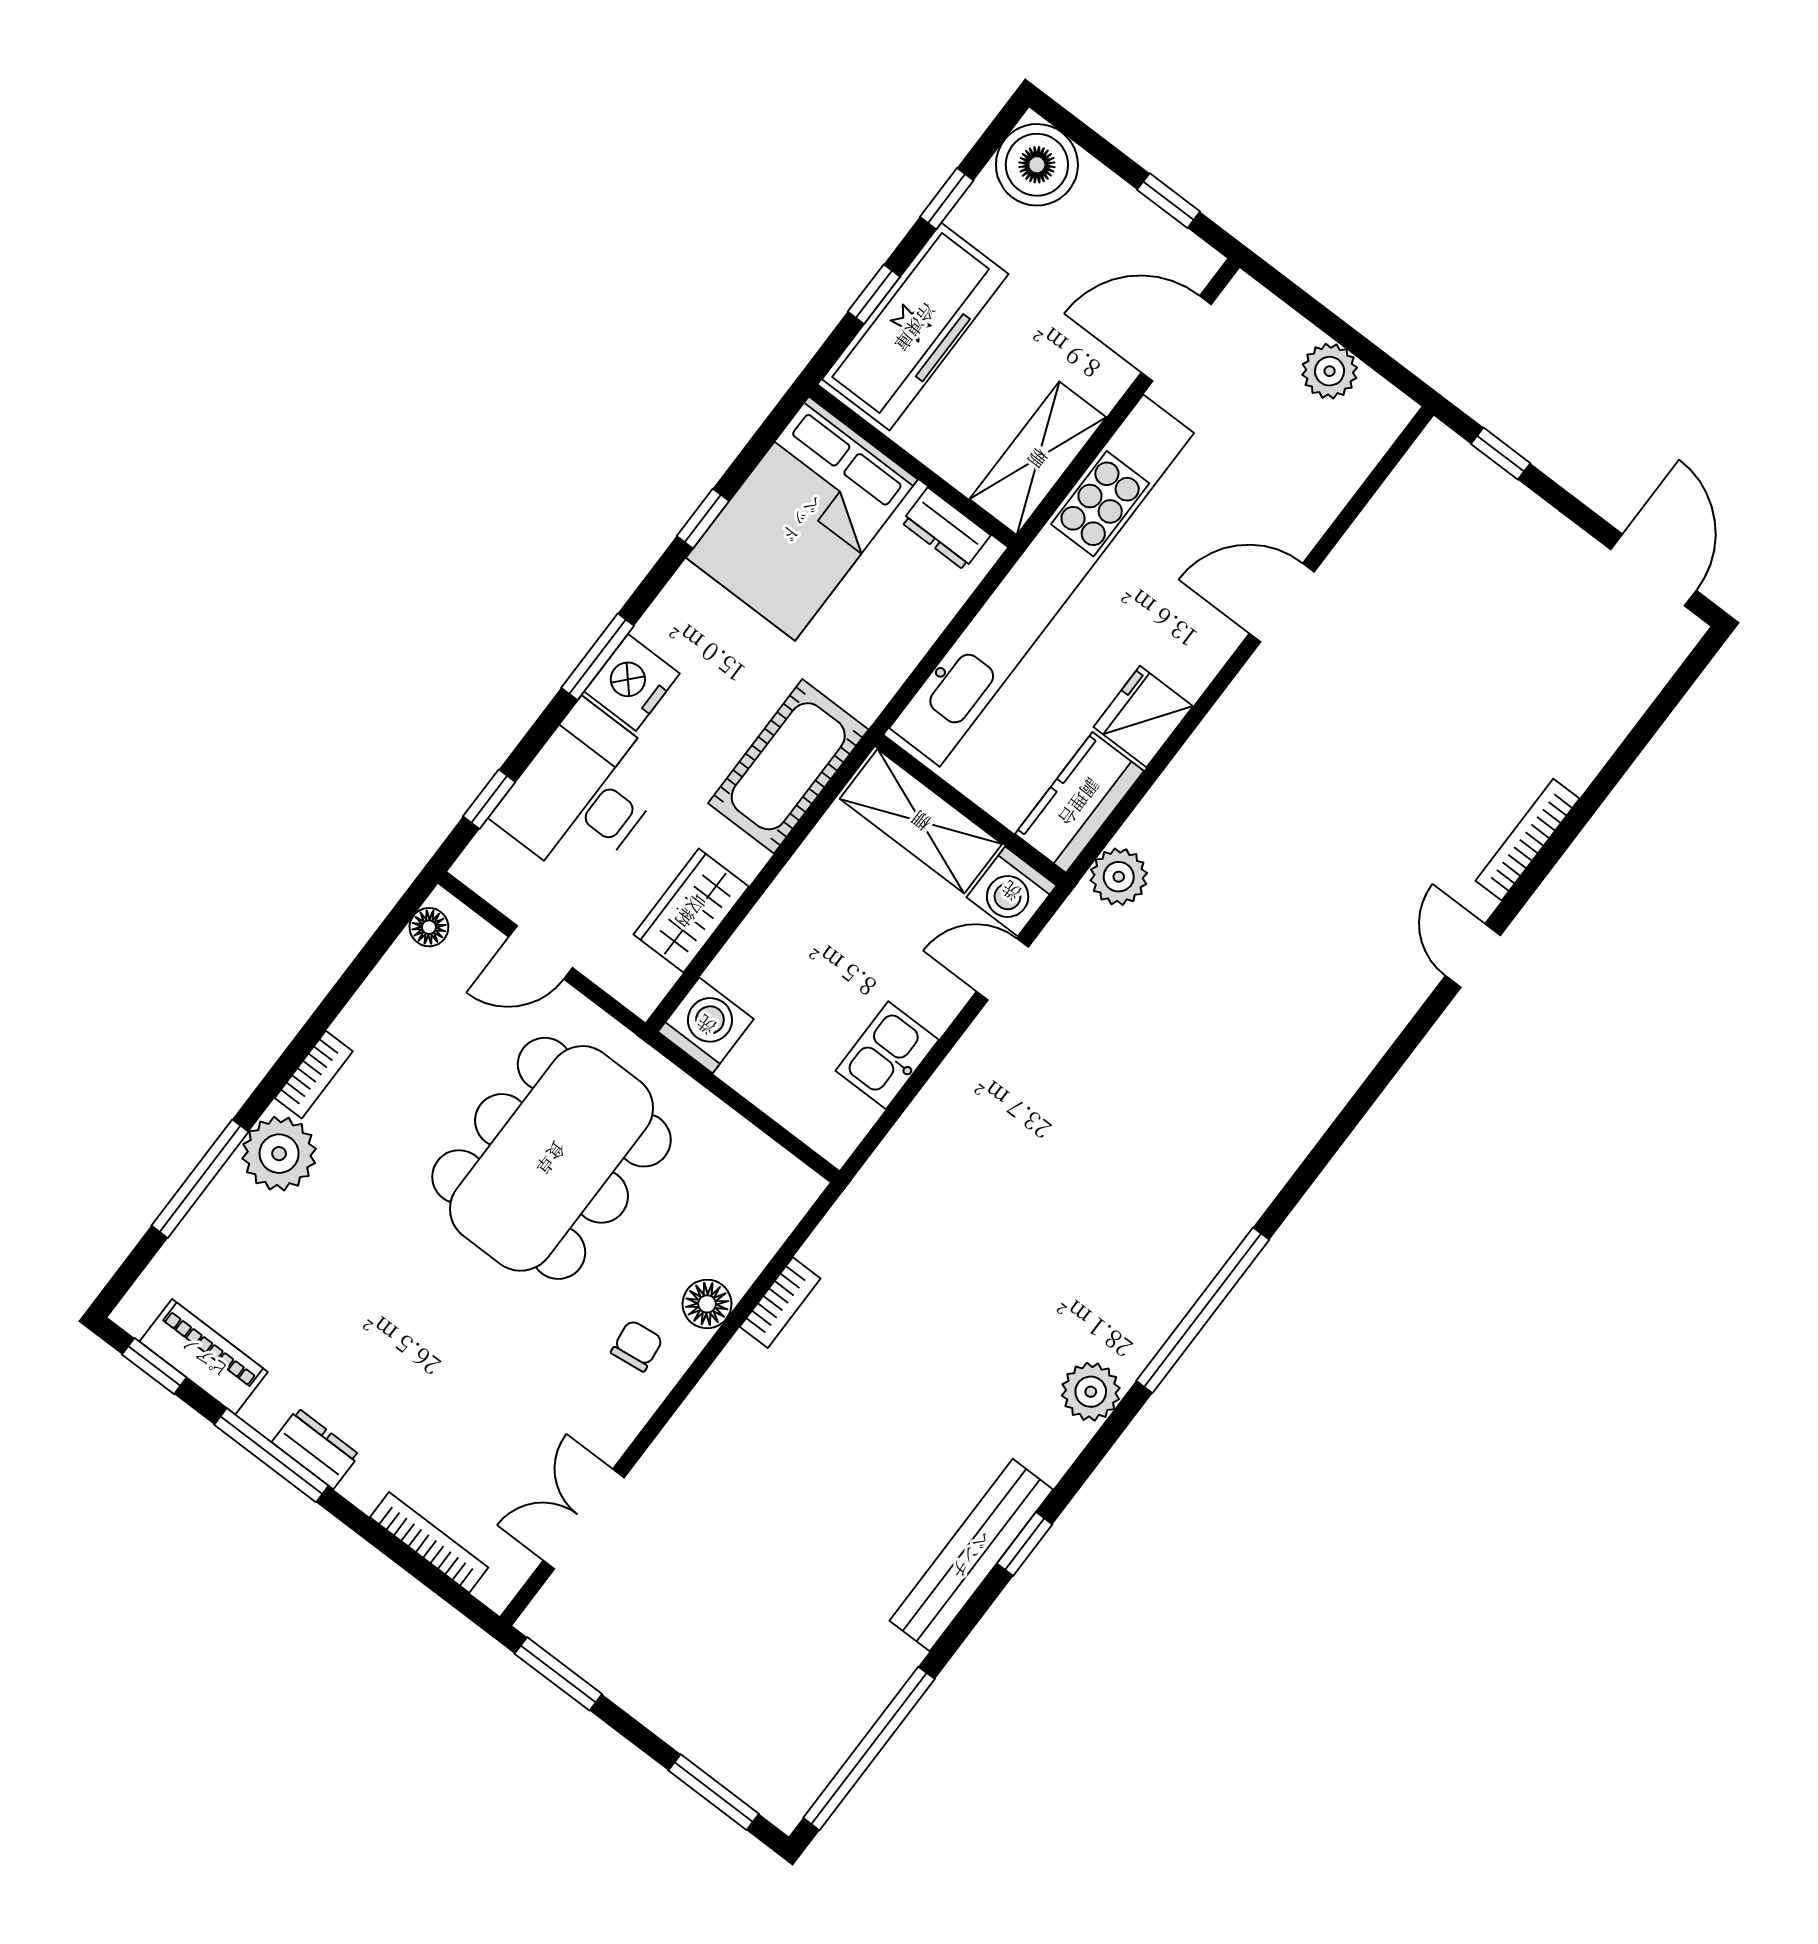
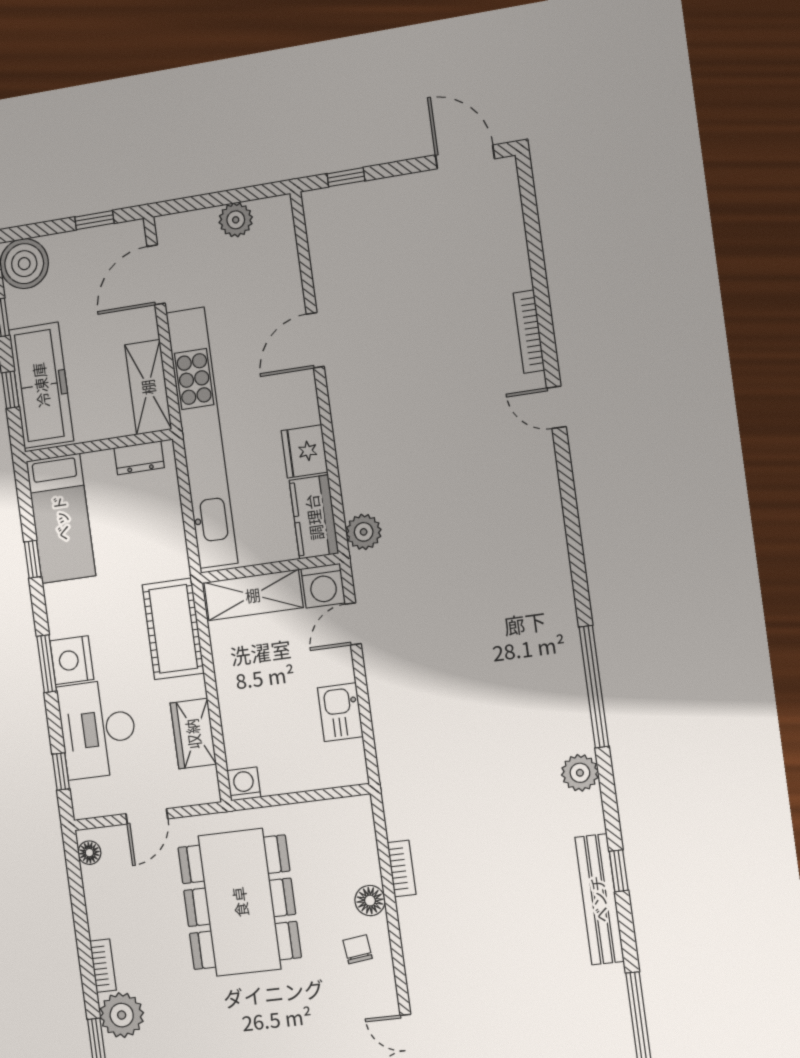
bed: (802, 519) -> (61, 518), width x0.67
washing machine: (706, 1025) -> (244, 784), width x0.73, depth x0.73

